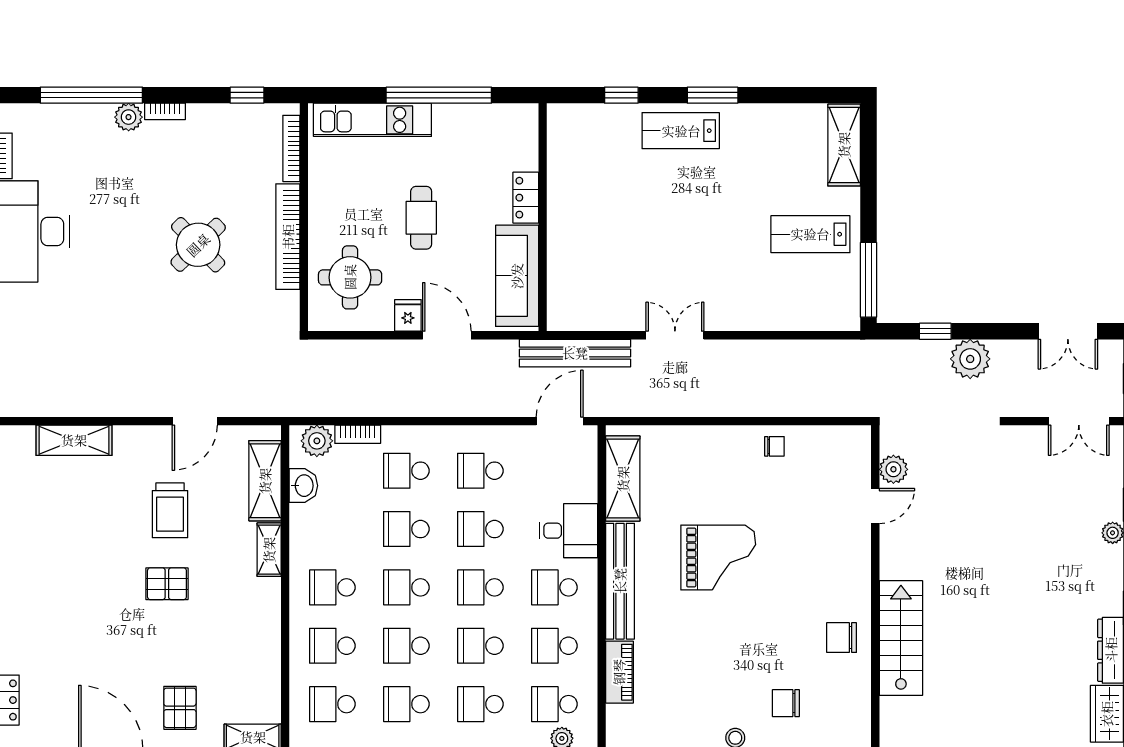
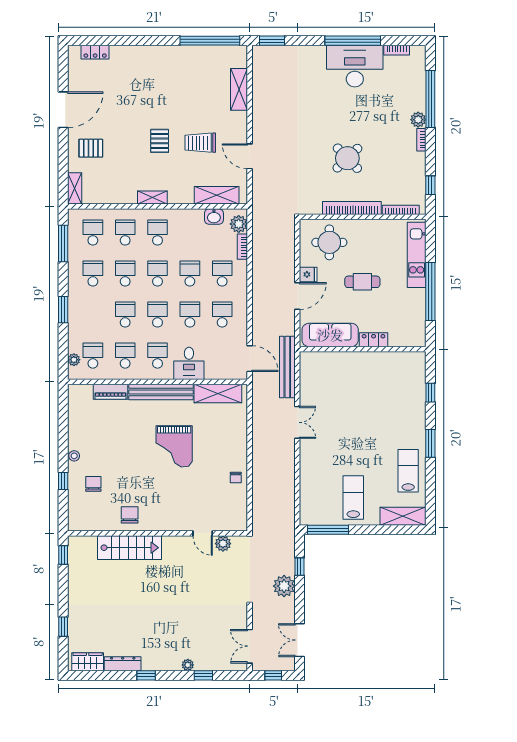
lab bench: (681, 131) -> (408, 471), moved
shelving: (269, 550) -> (152, 197), moved
school desk: (480, 704) -> (93, 315), removed

